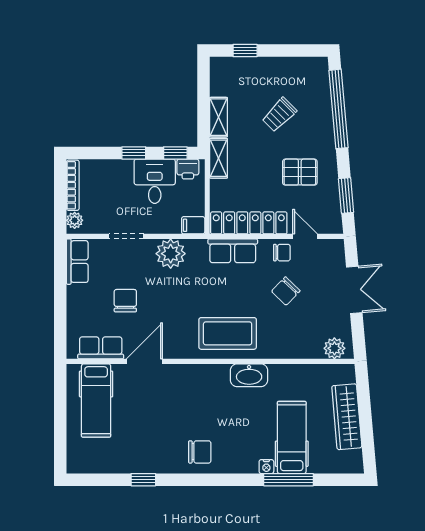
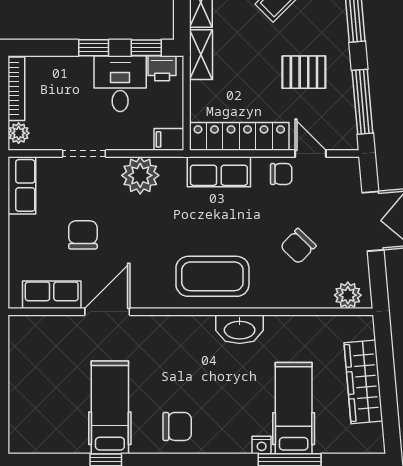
window: (346, 196) -> (362, 102), width x1.44
chair: (286, 291) -> (298, 246), moved
hospital bed: (96, 400) -> (110, 407), moved, turned 180

